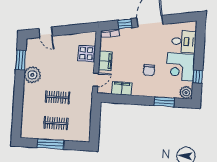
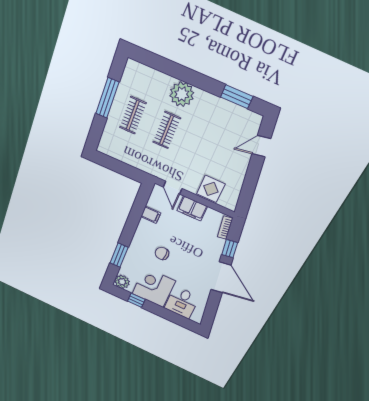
plant: (32, 75) -> (182, 94), moved
filing cabinet: (122, 88) -> (151, 215), width x0.50

